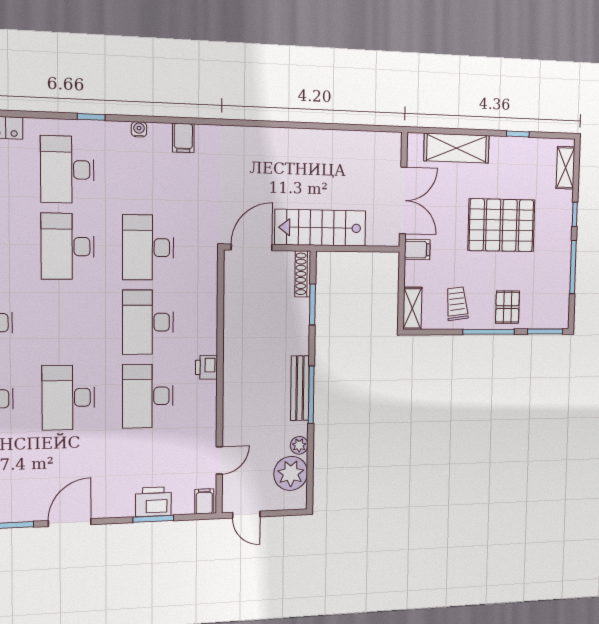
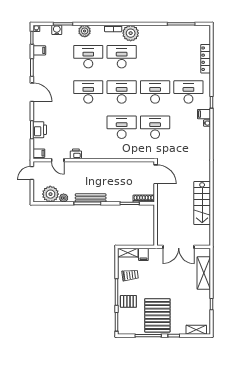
filing cabinet: (183, 138) -> (204, 114), moved
pallet: (501, 225) -> (157, 315), moved
stairs: (320, 228) -> (202, 203), moved, turned 180
filing cabinet: (417, 250) -> (143, 254), moved
printer: (207, 367) -> (76, 154), moved
desk: (148, 396) -> (122, 92), moved

